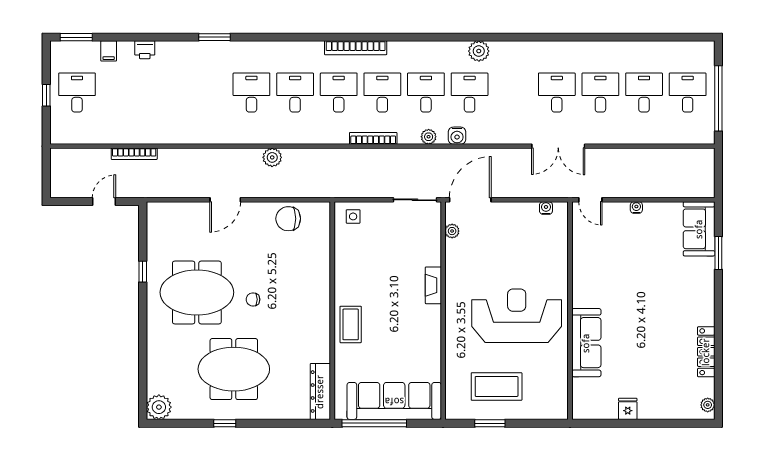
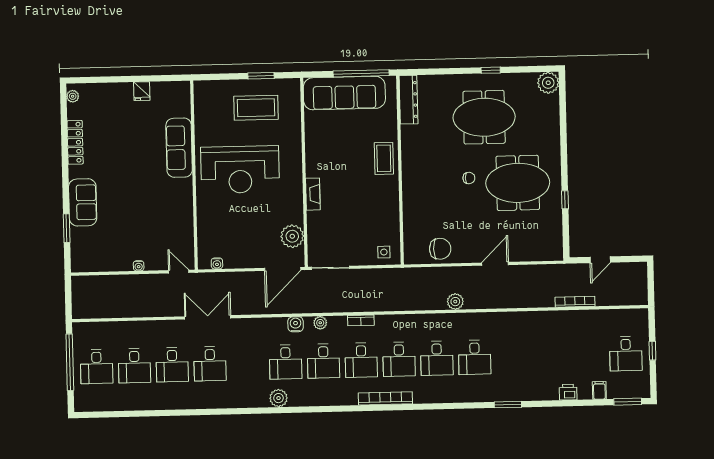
bookcase: (373, 138) -> (361, 320), width x0.64
sofa: (699, 229) -> (83, 202), moved
plant: (452, 231) -> (292, 236), width x1.88, depth x1.88

